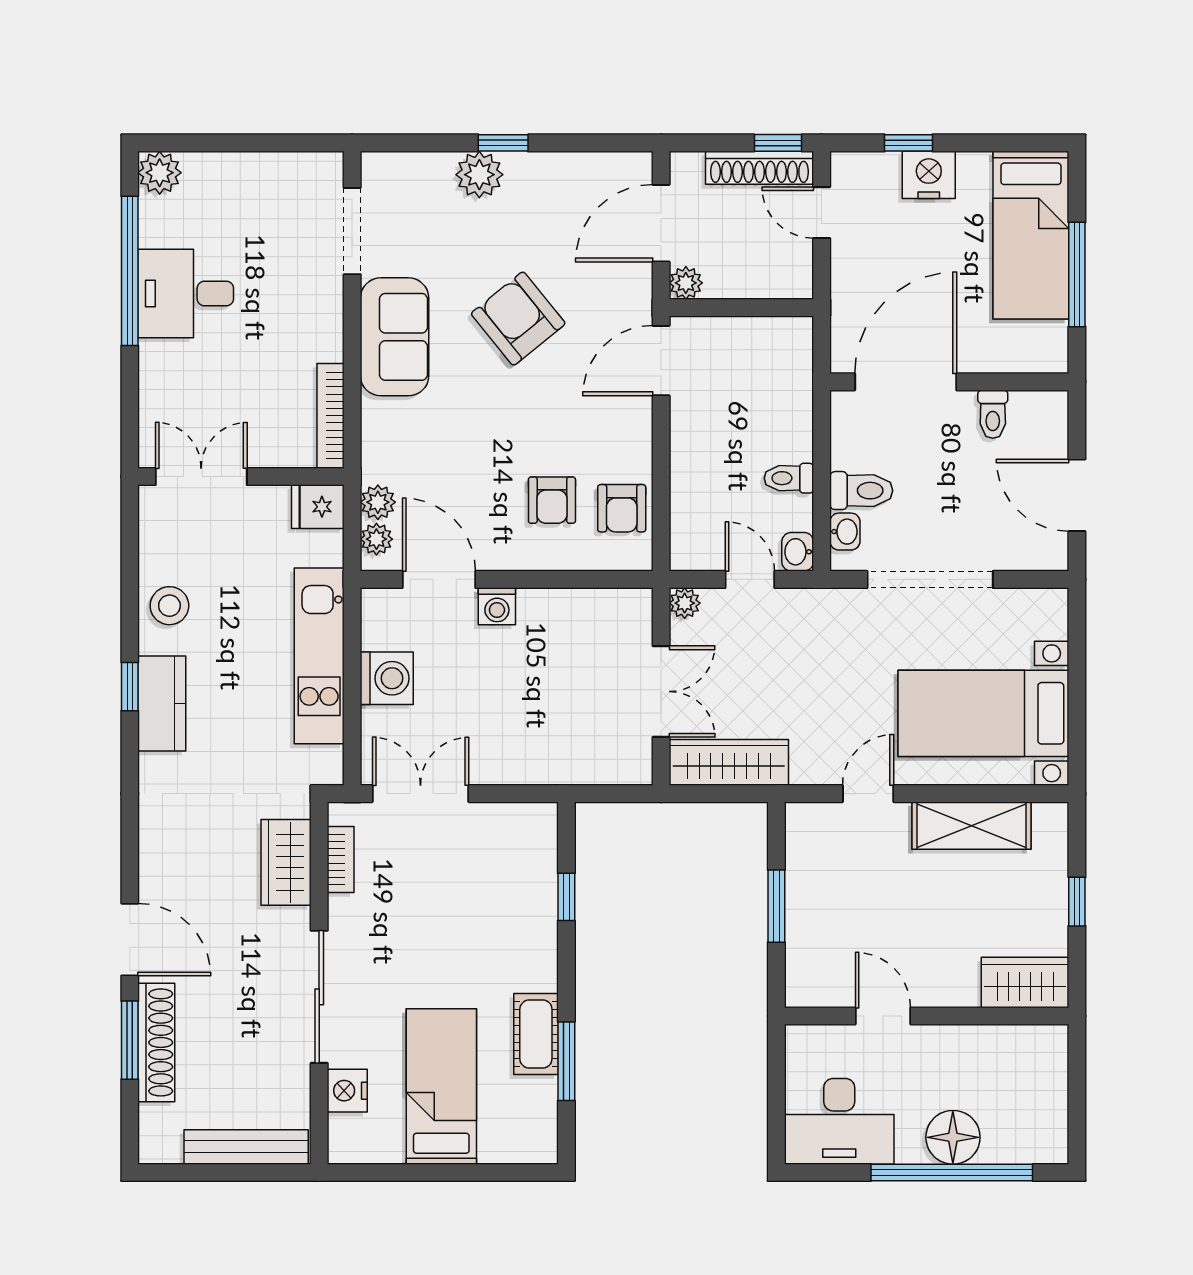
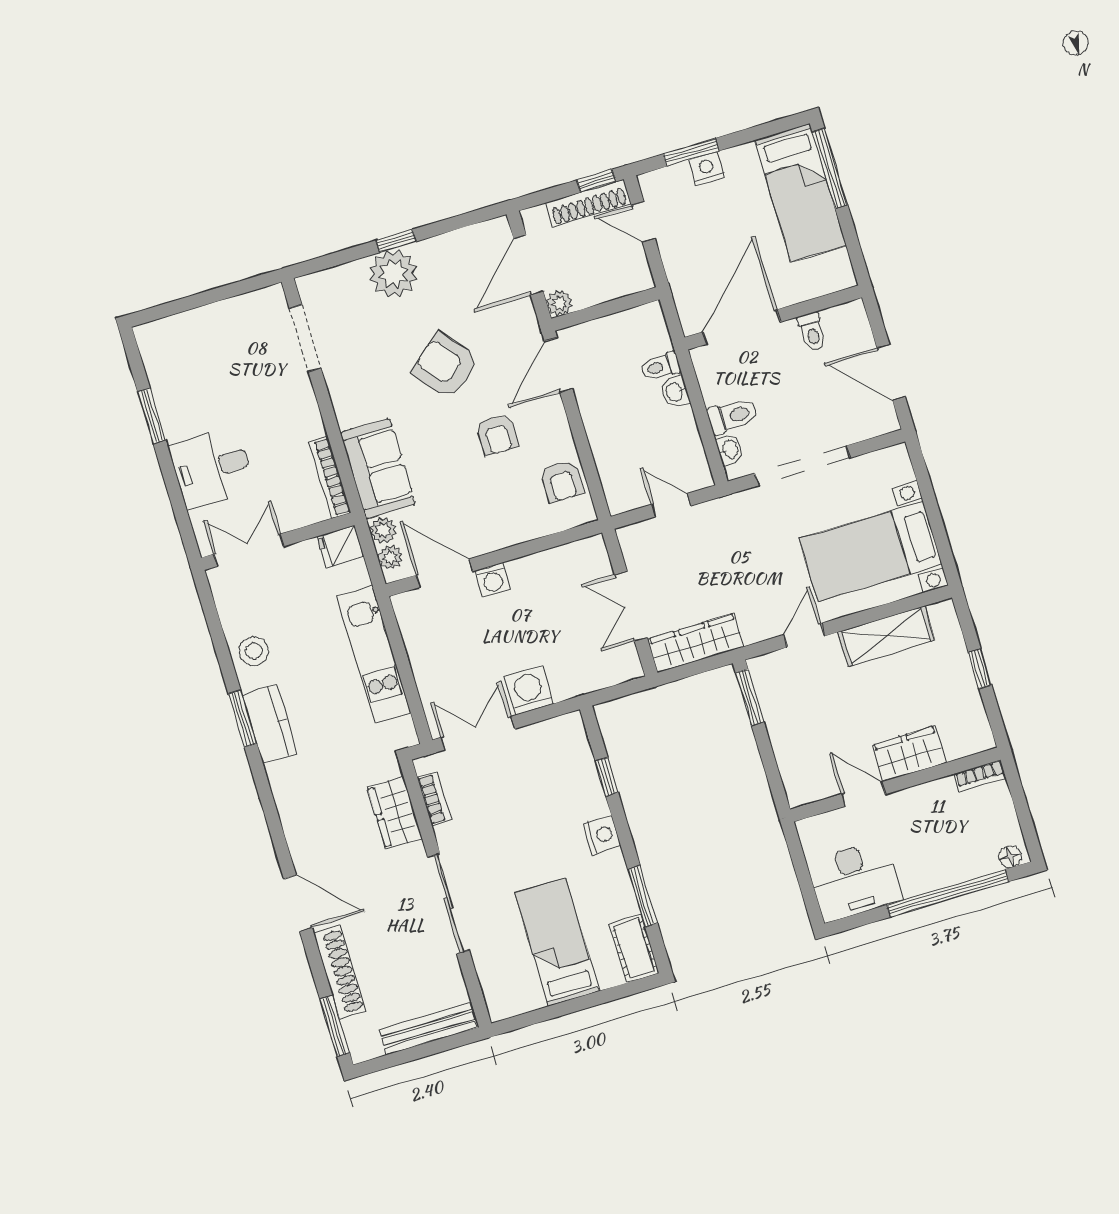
window: (909, 143) -> (691, 152), width x1.50
plant: (160, 173) -> (152, 338), removed
plant: (479, 175) -> (394, 274), width x1.36, depth x1.36
nightstand: (929, 175) -> (707, 168), width x0.74, depth x0.75
window: (130, 271) -> (152, 416), width x0.47
window: (1077, 275) -> (830, 169), moved
desk: (186, 293) -> (212, 468), moved
sofa: (395, 337) -> (378, 468), moved
toilet: (789, 478) -> (660, 366), moved
armchair: (552, 500) -> (497, 435), moved
washbasin: (798, 552) -> (675, 392), moved
plant: (685, 603) -> (629, 537), removed
washing machine: (387, 678) -> (529, 690), moved, turned -90
window: (130, 687) -> (243, 719), width x1.50
double door: (661, 691) -> (631, 606), swing flipped
window: (776, 906) -> (750, 697), moved
wardrobe: (1025, 982) -> (909, 754), moved
cot: (536, 1034) -> (634, 948), moved
bookcase: (1037, 1037) -> (980, 776), added
window: (130, 1040) -> (335, 1026), moved
nightstand: (347, 1091) -> (602, 835), moved, turned 180
floor lamp: (953, 1137) -> (1010, 857), moved, width x0.53, depth x0.53

